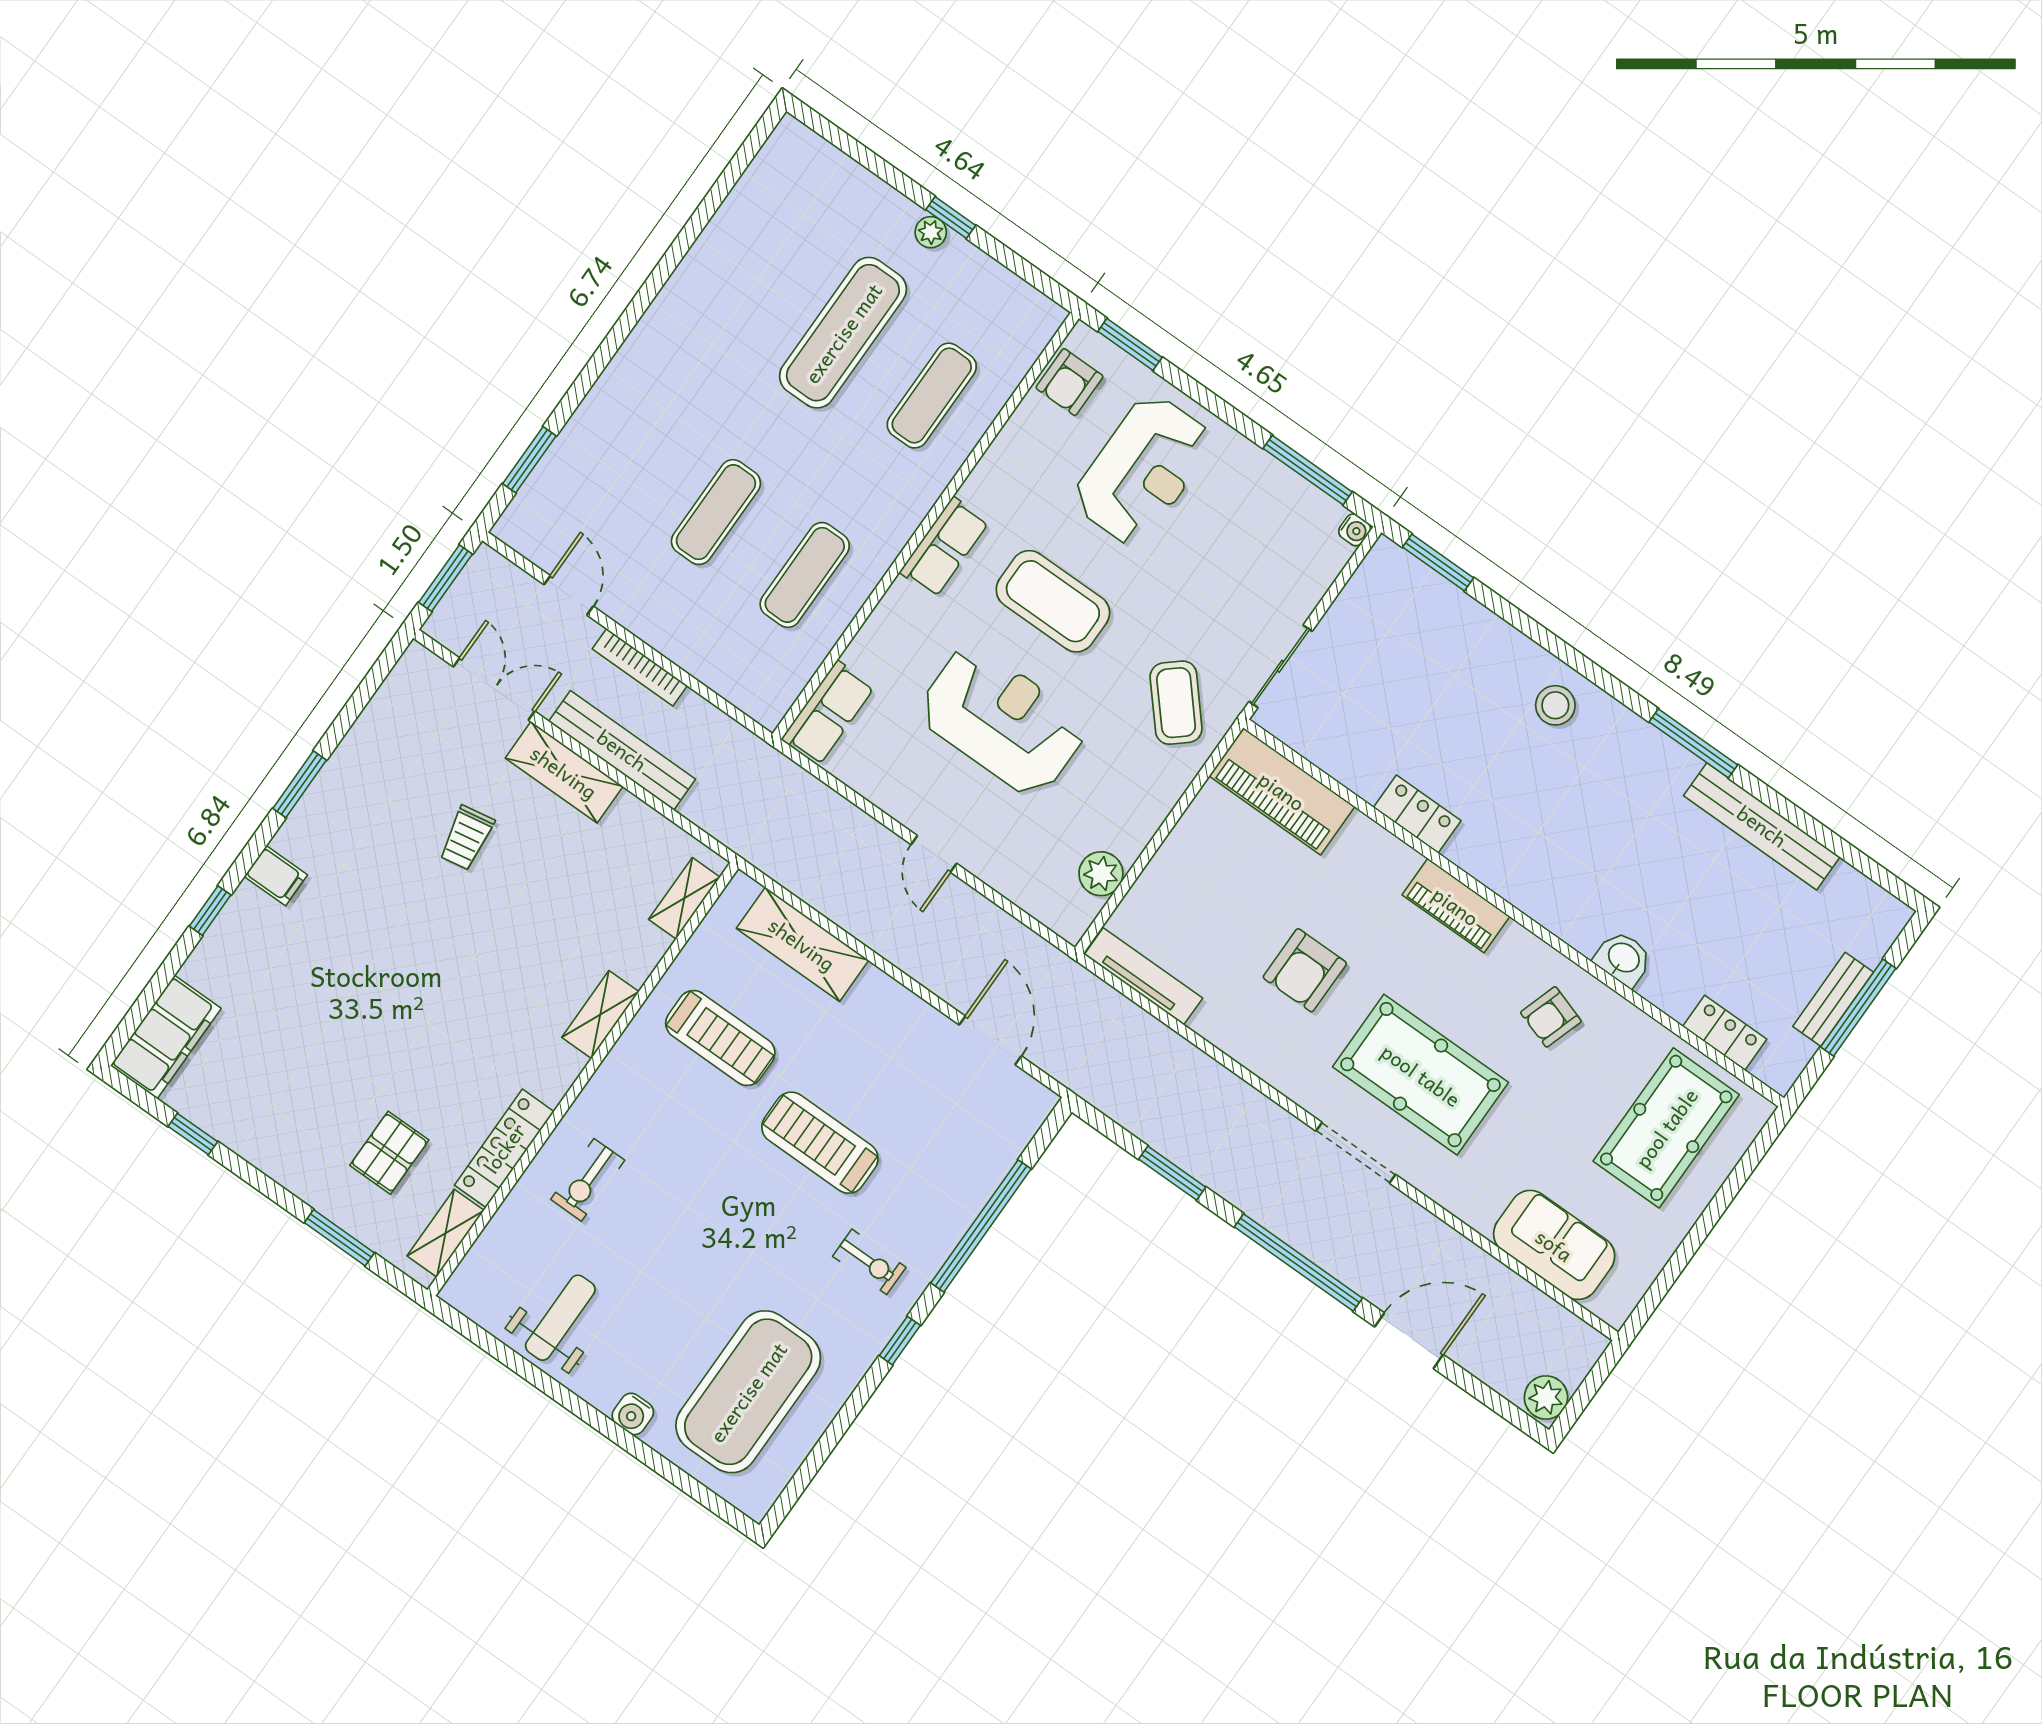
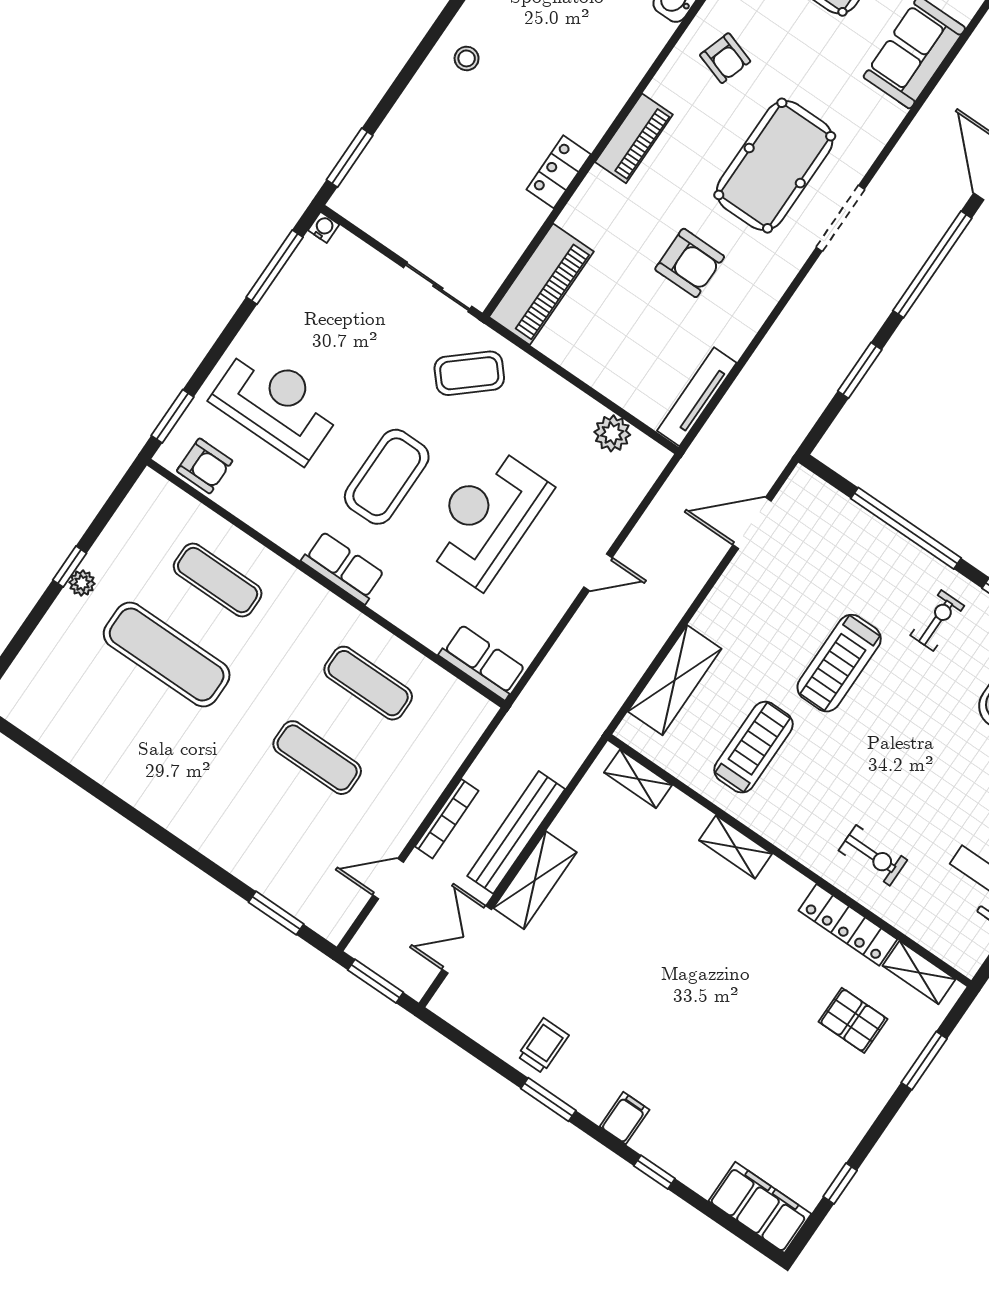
stool: (1555, 705) -> (467, 58), width x0.73, depth x0.73
trolley: (467, 838) -> (543, 1046), moved, turned -80

